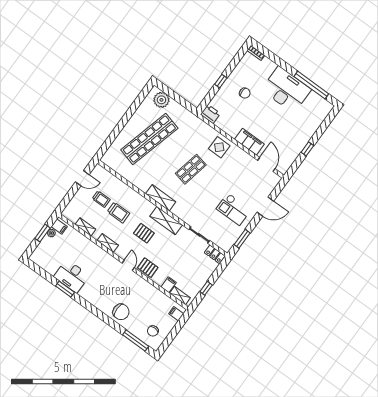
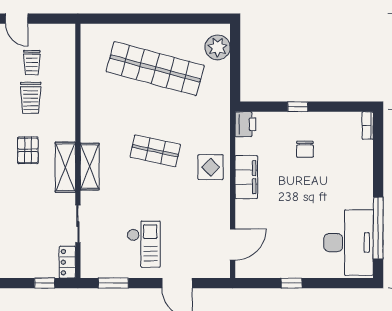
desk: (286, 90) -> (349, 243), moved
filing cabinet: (249, 142) -> (246, 177), moved
door: (82, 178) -> (17, 19), moved
shelving: (161, 198) -> (90, 167), moved
checkout: (234, 209) -> (144, 244), turned 180
window: (206, 288) -> (45, 283), moved

